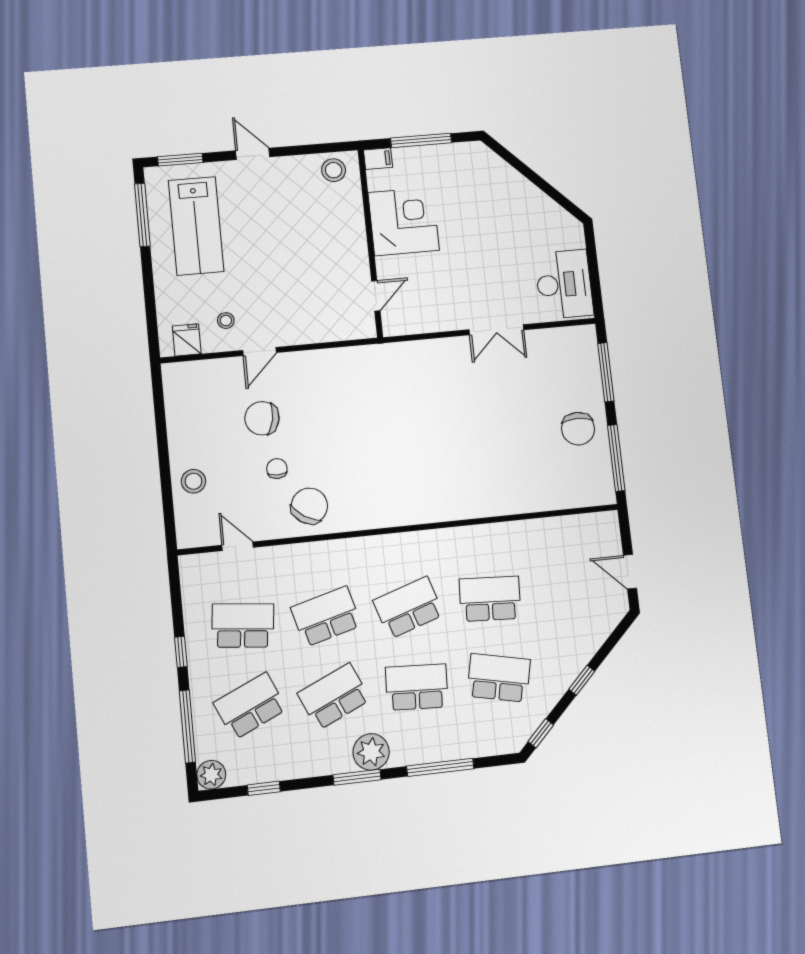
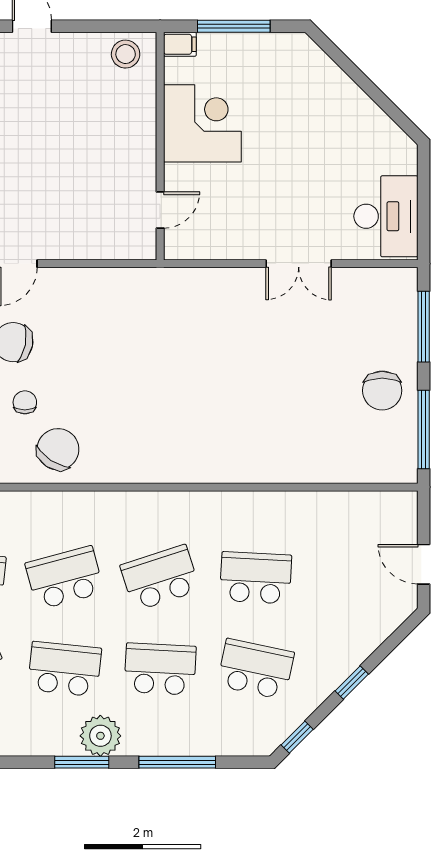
school desk: (334, 696) -> (65, 669), turned 30

